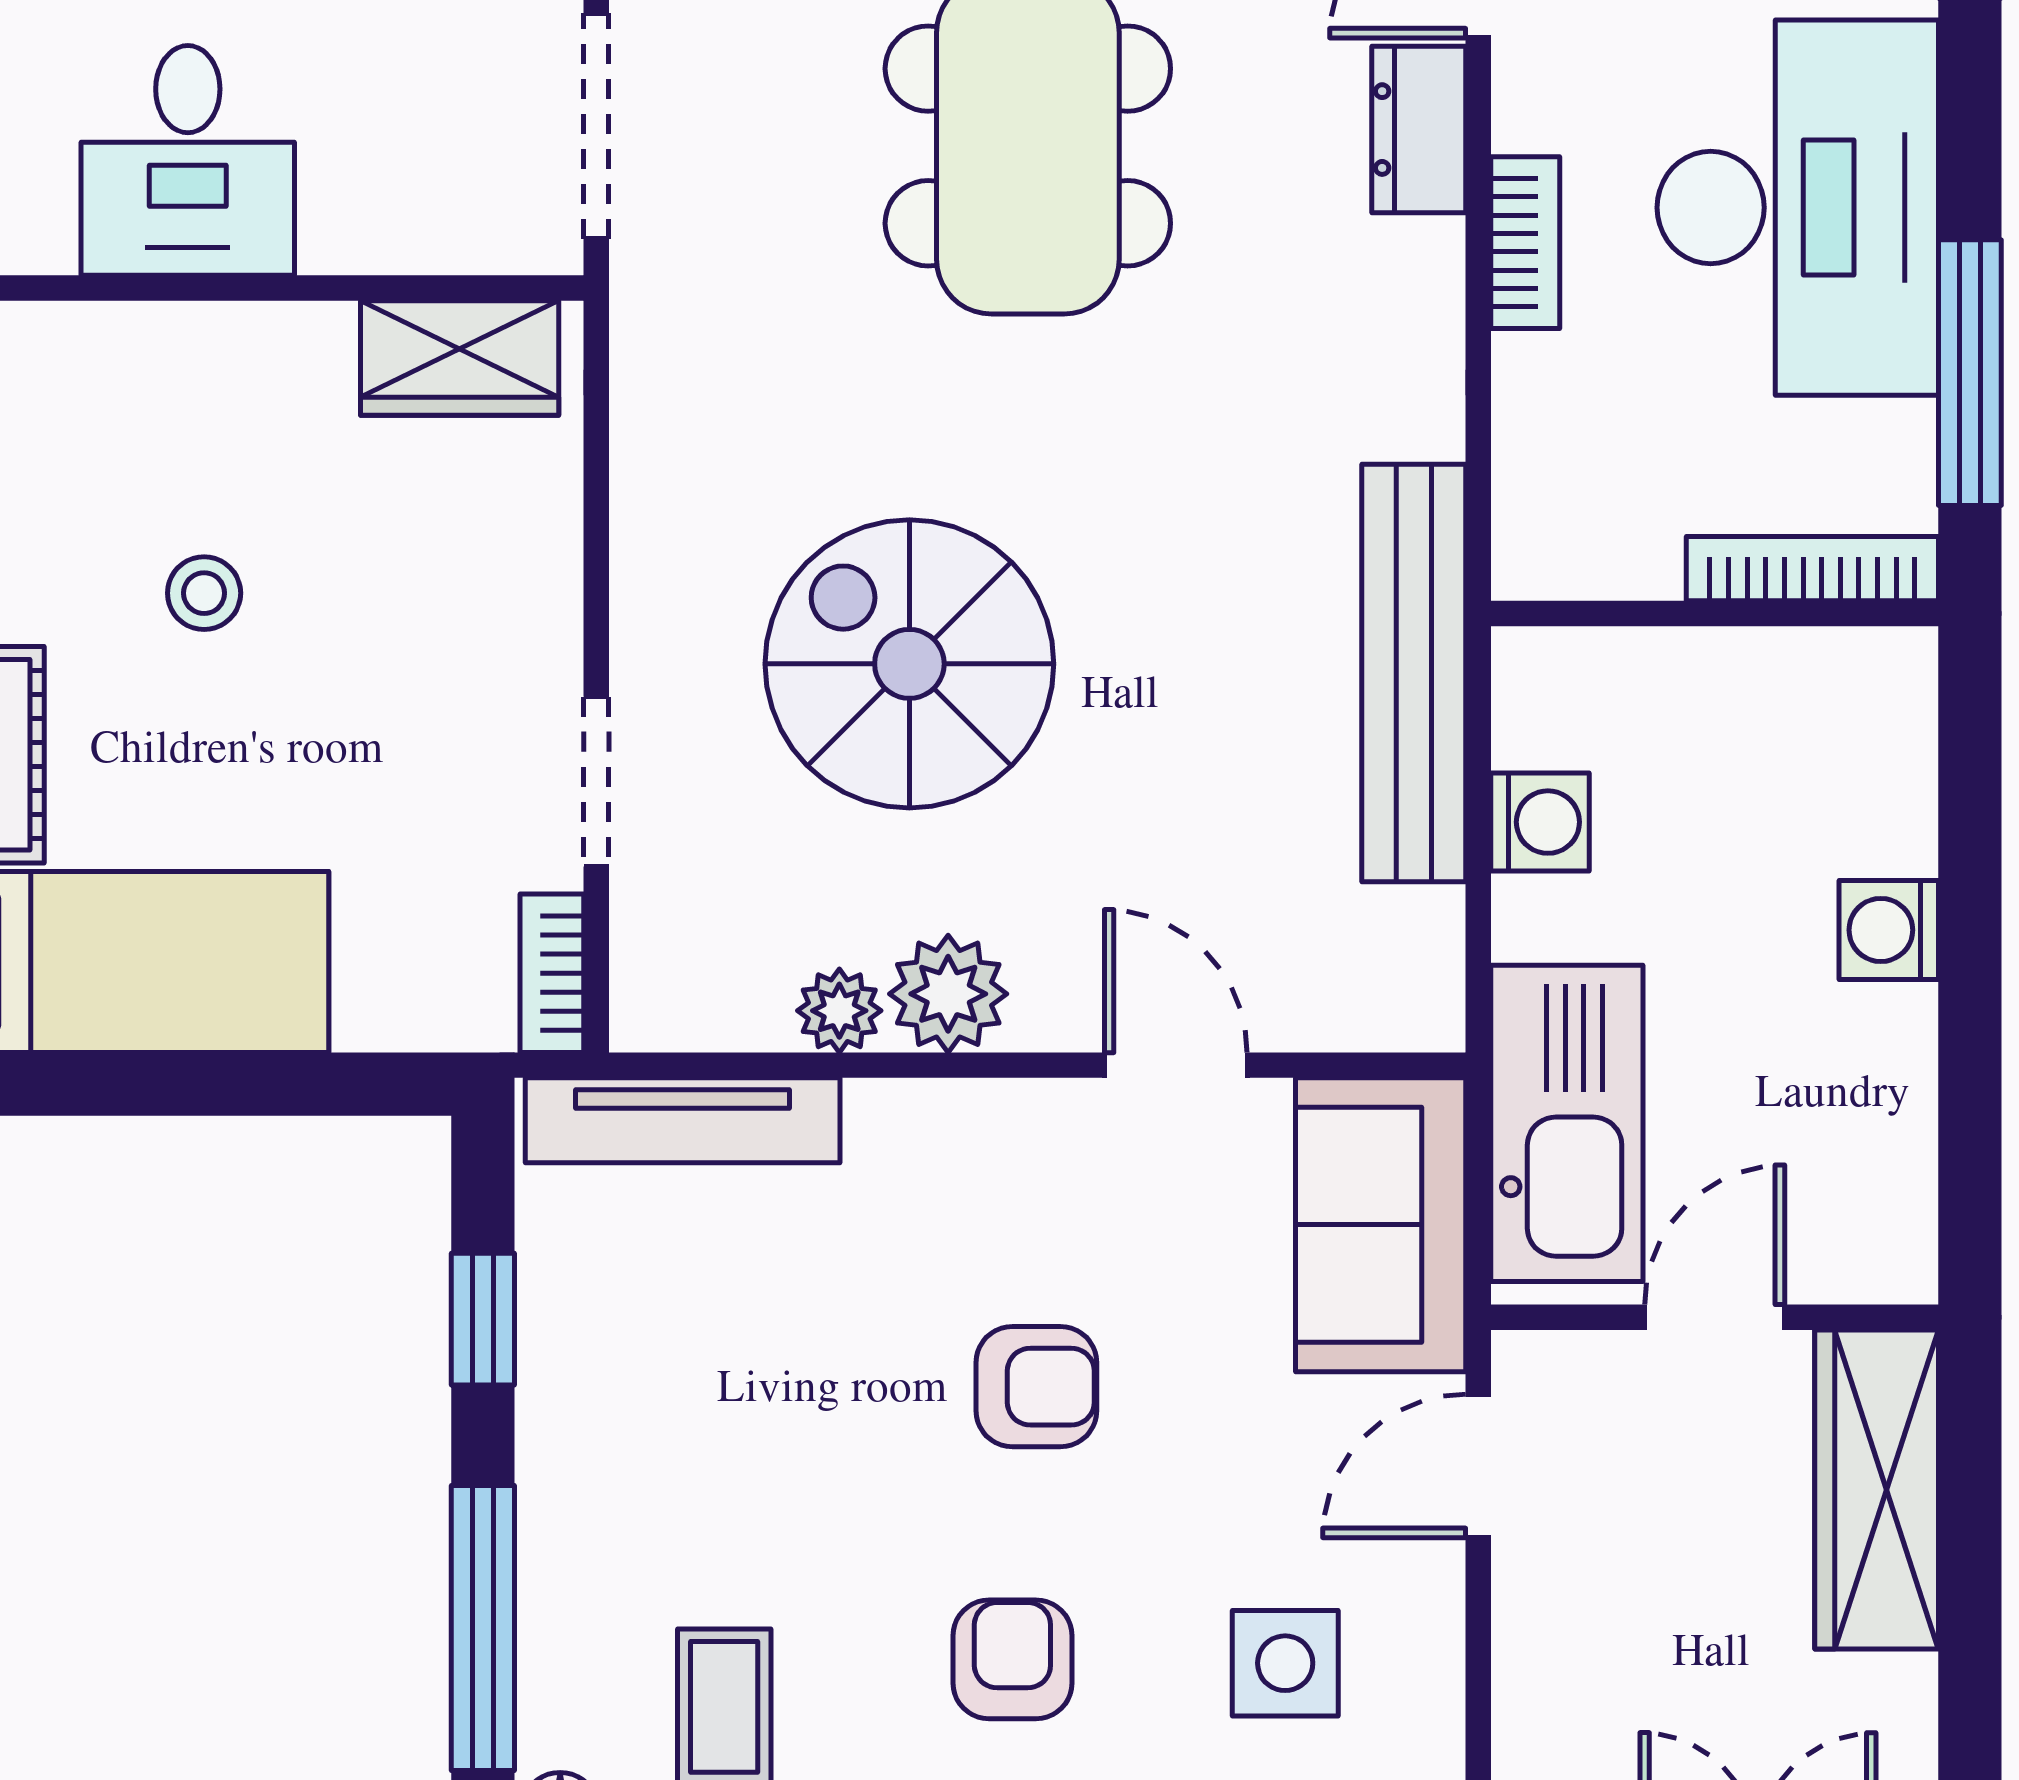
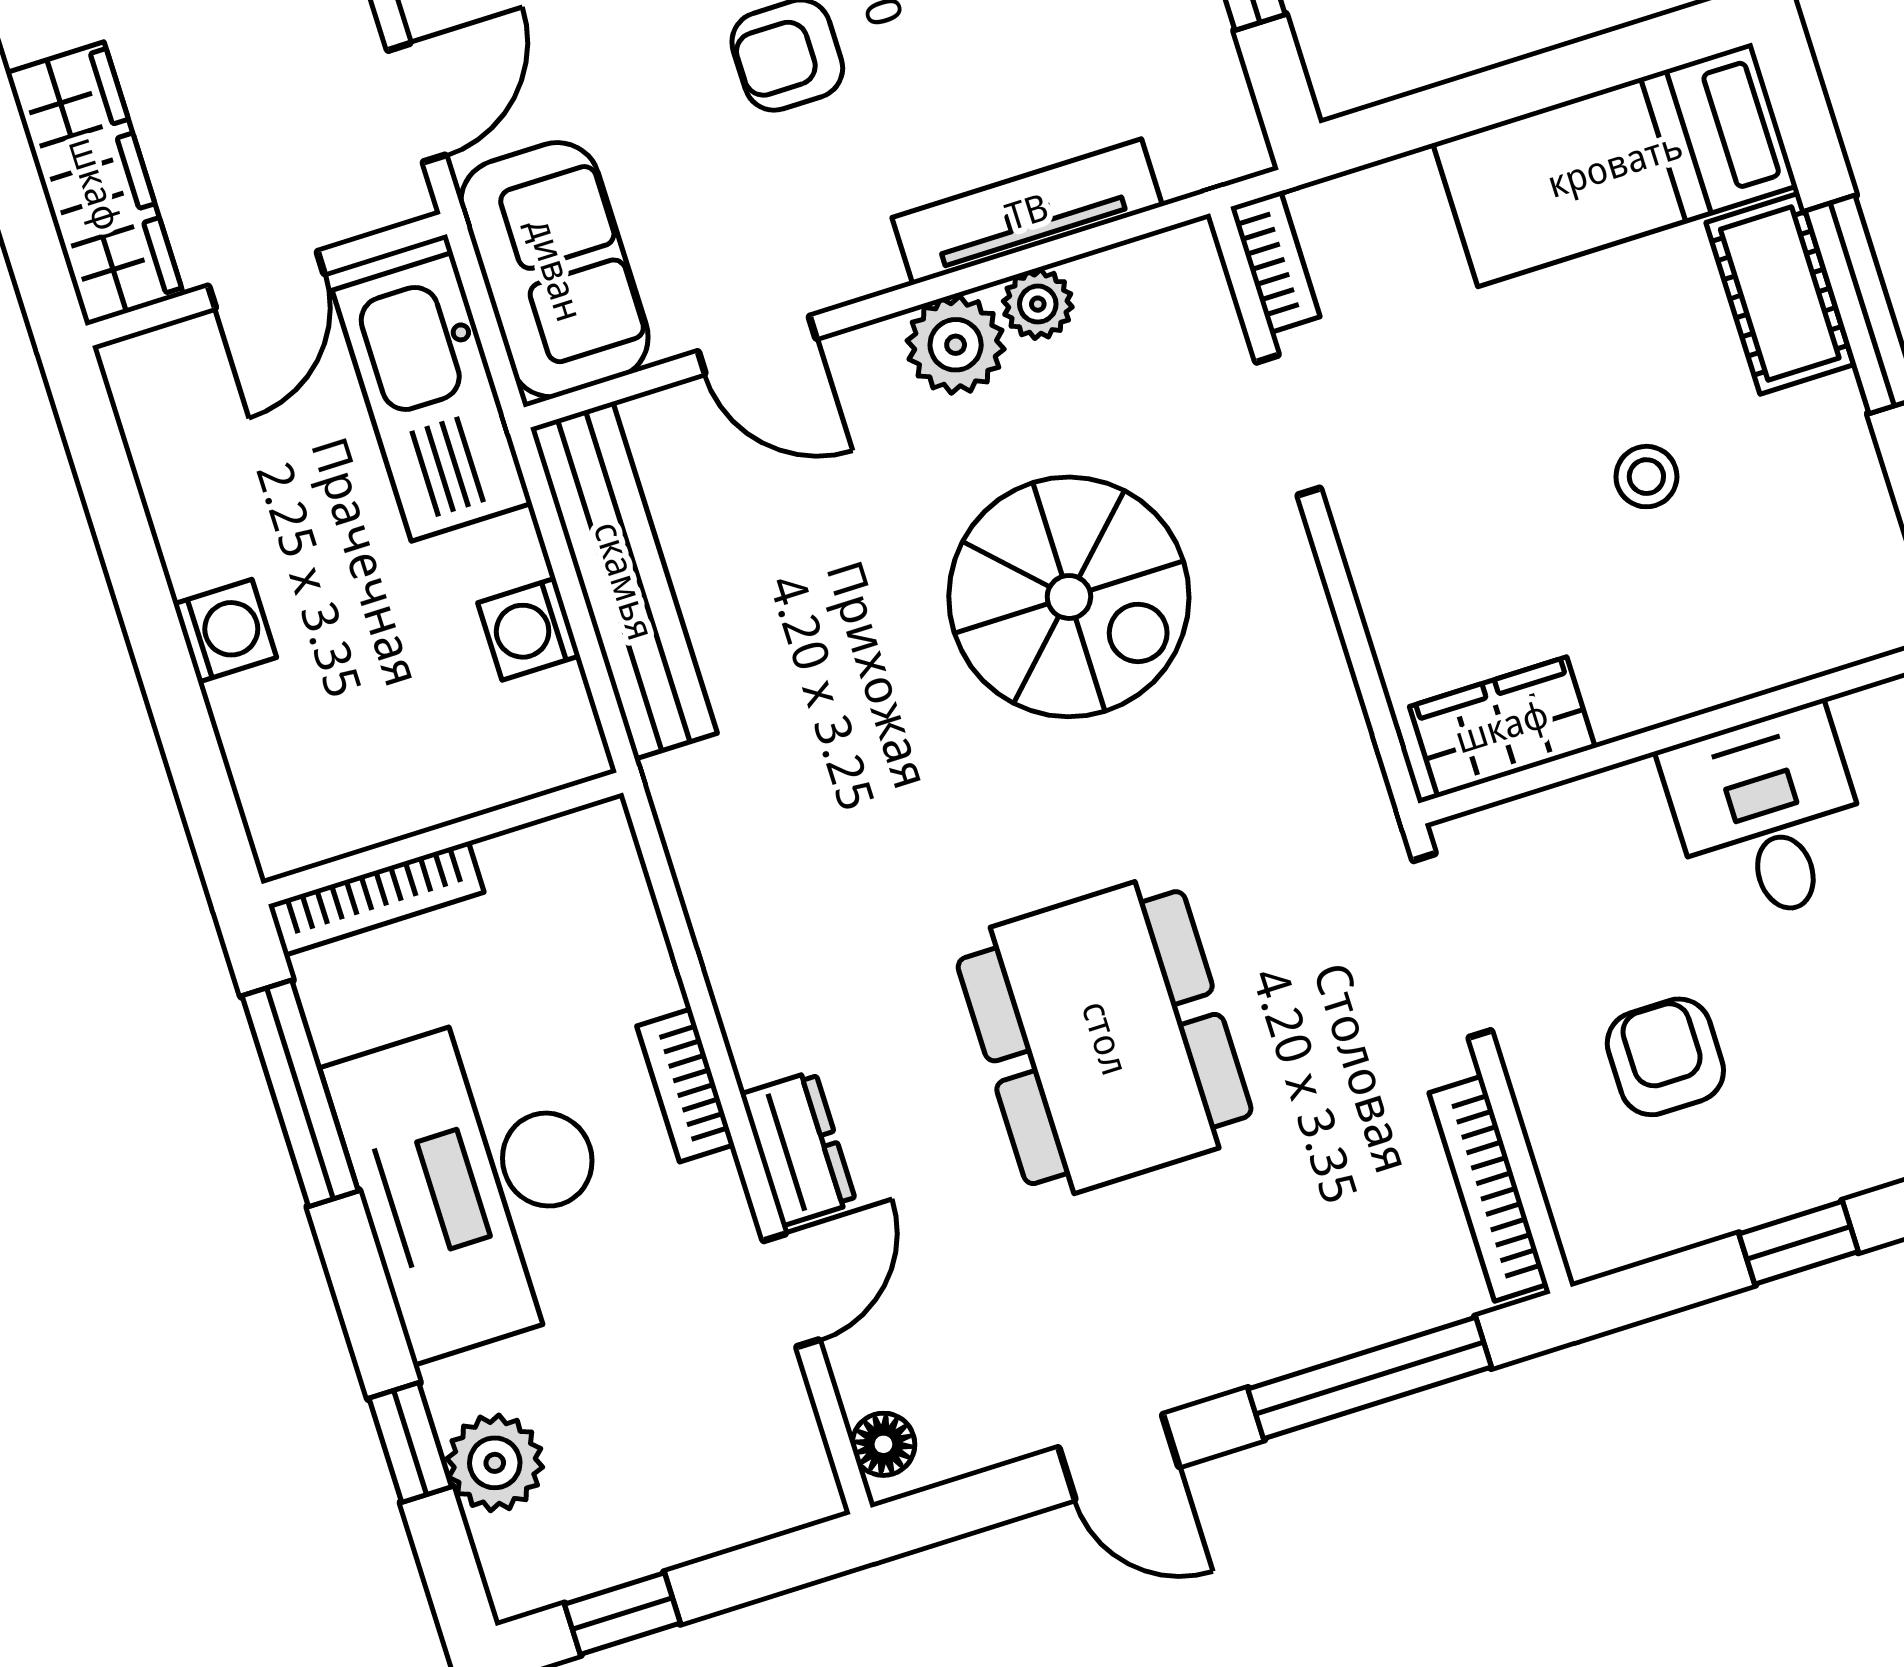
bench: (1414, 673) -> (624, 581), moved
tv unit: (683, 1120) -> (1027, 212), moved

